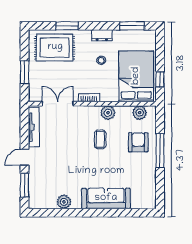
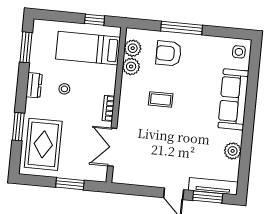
bed: (136, 76) -> (88, 48), width x0.67
plant: (108, 113) -> (131, 66), moved
tv unit: (34, 127) -> (213, 186), moved
side table: (145, 199) -> (239, 52), added

